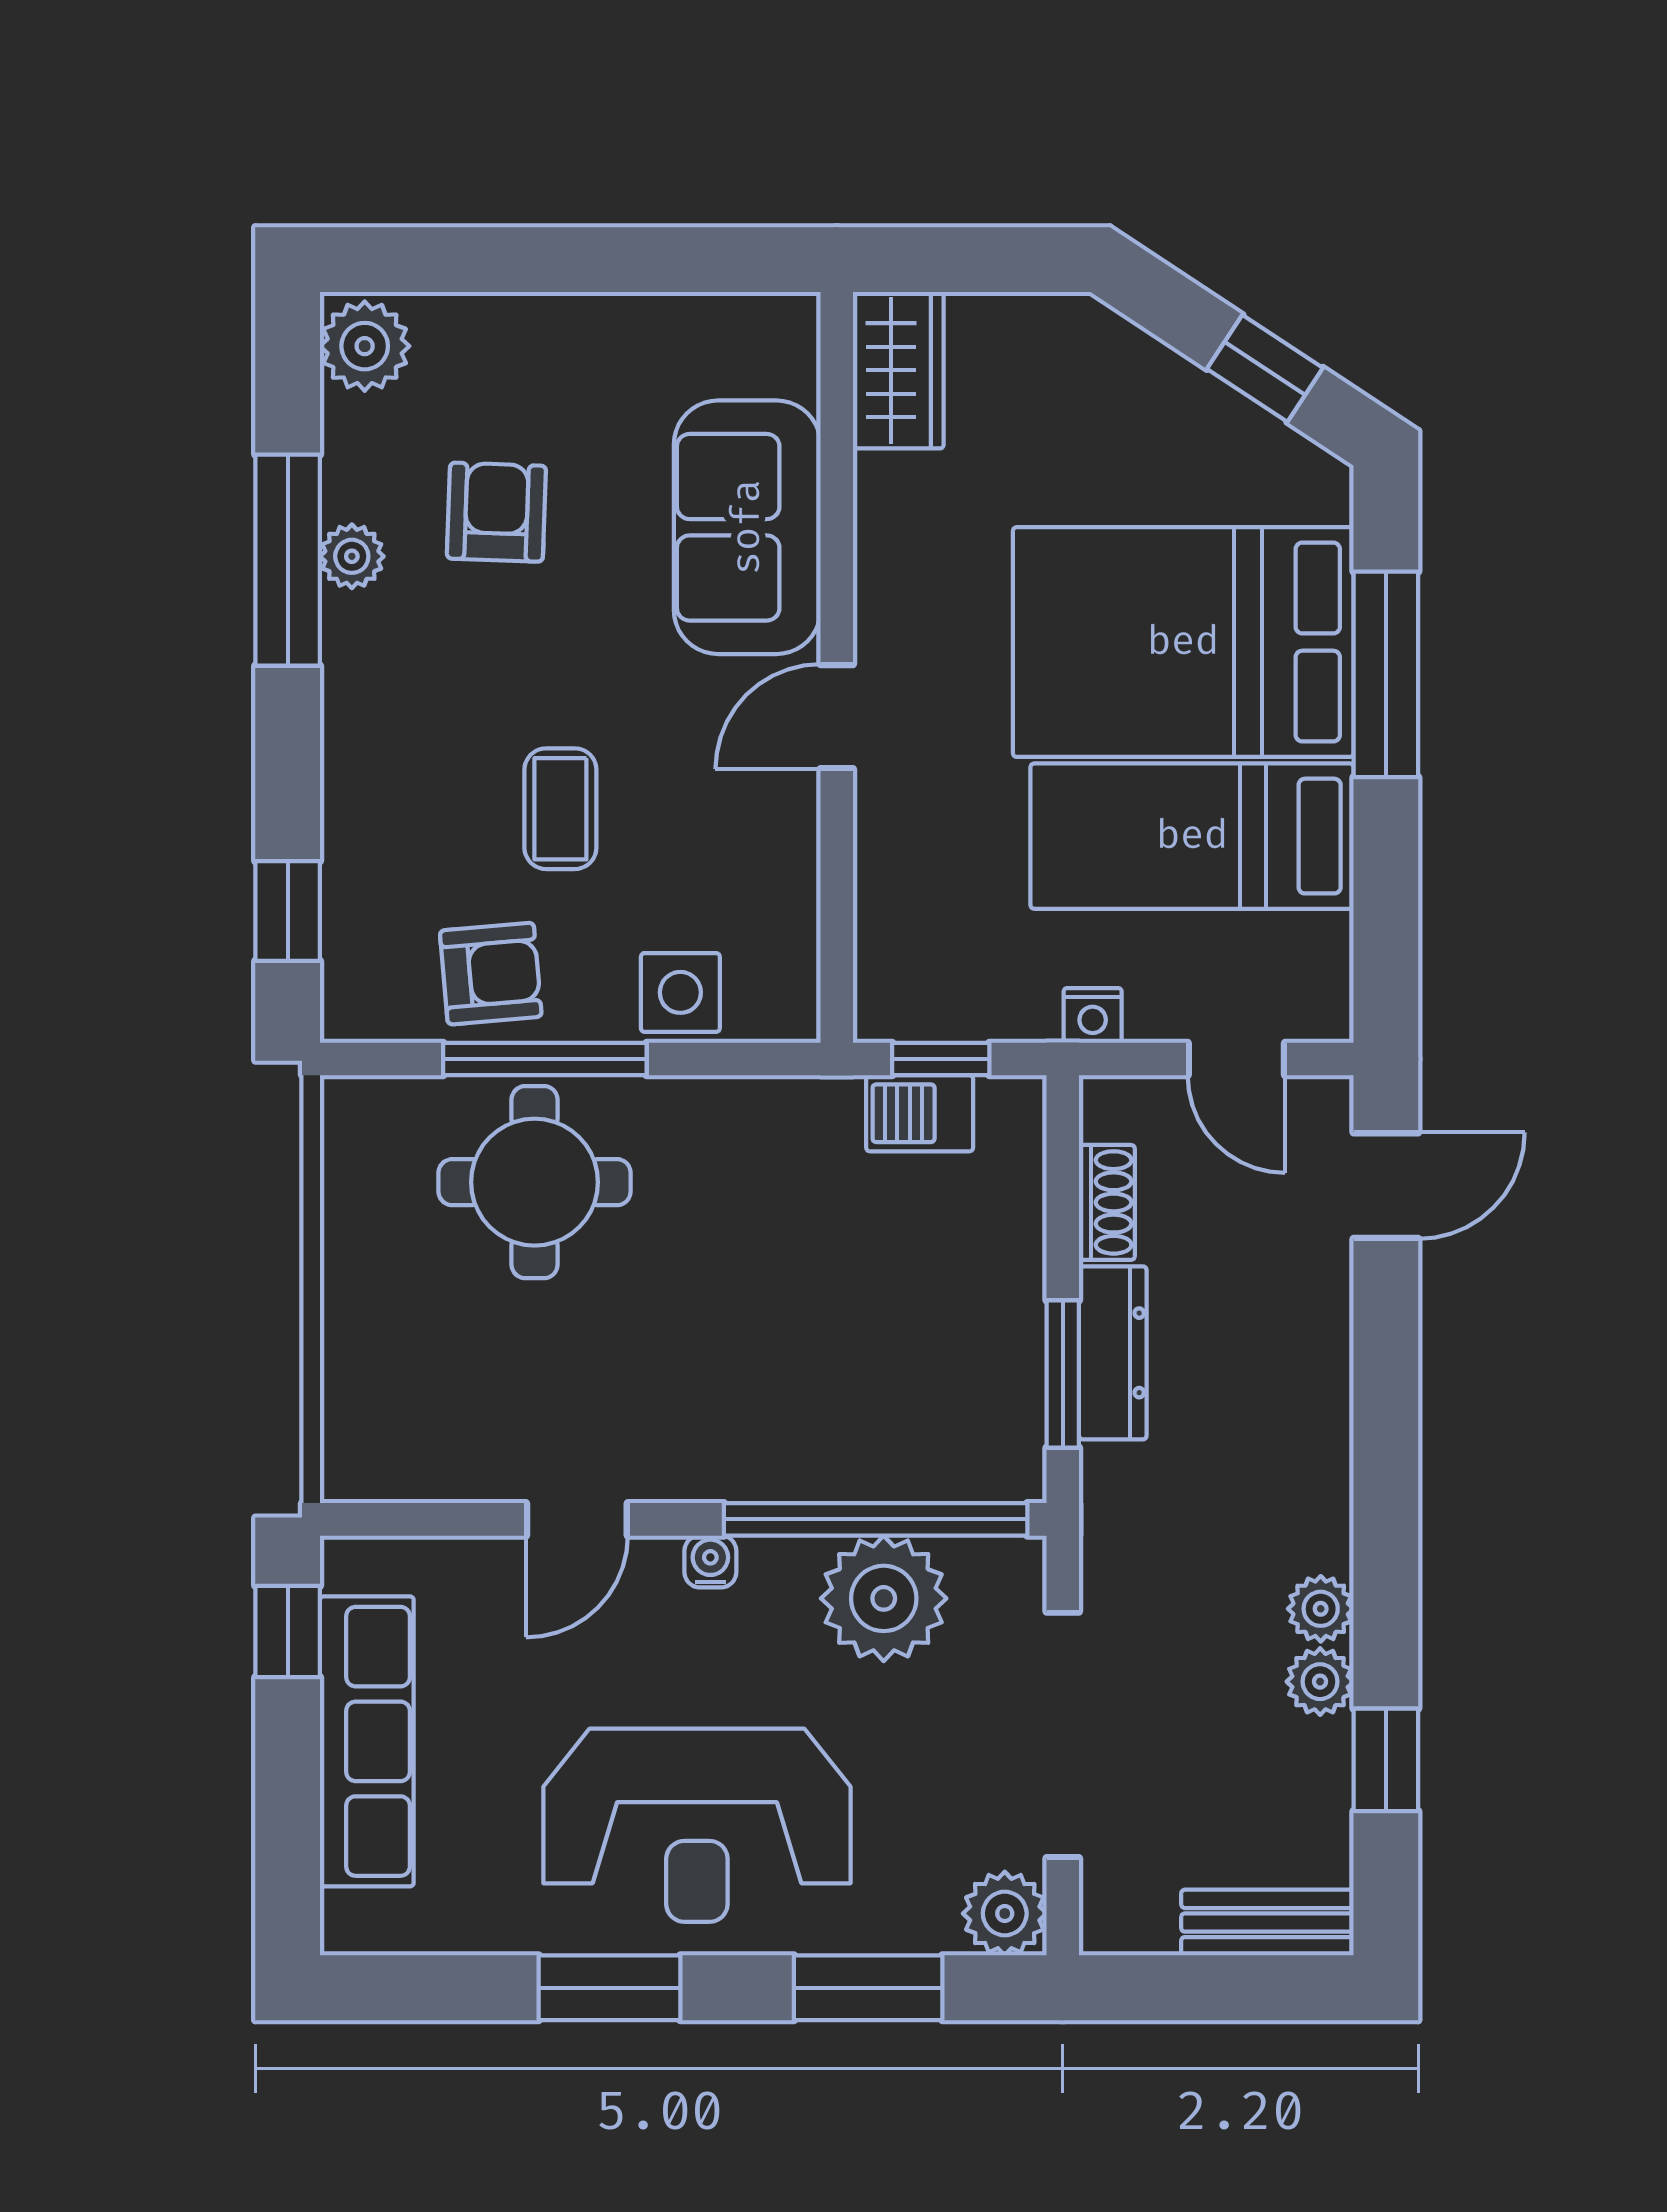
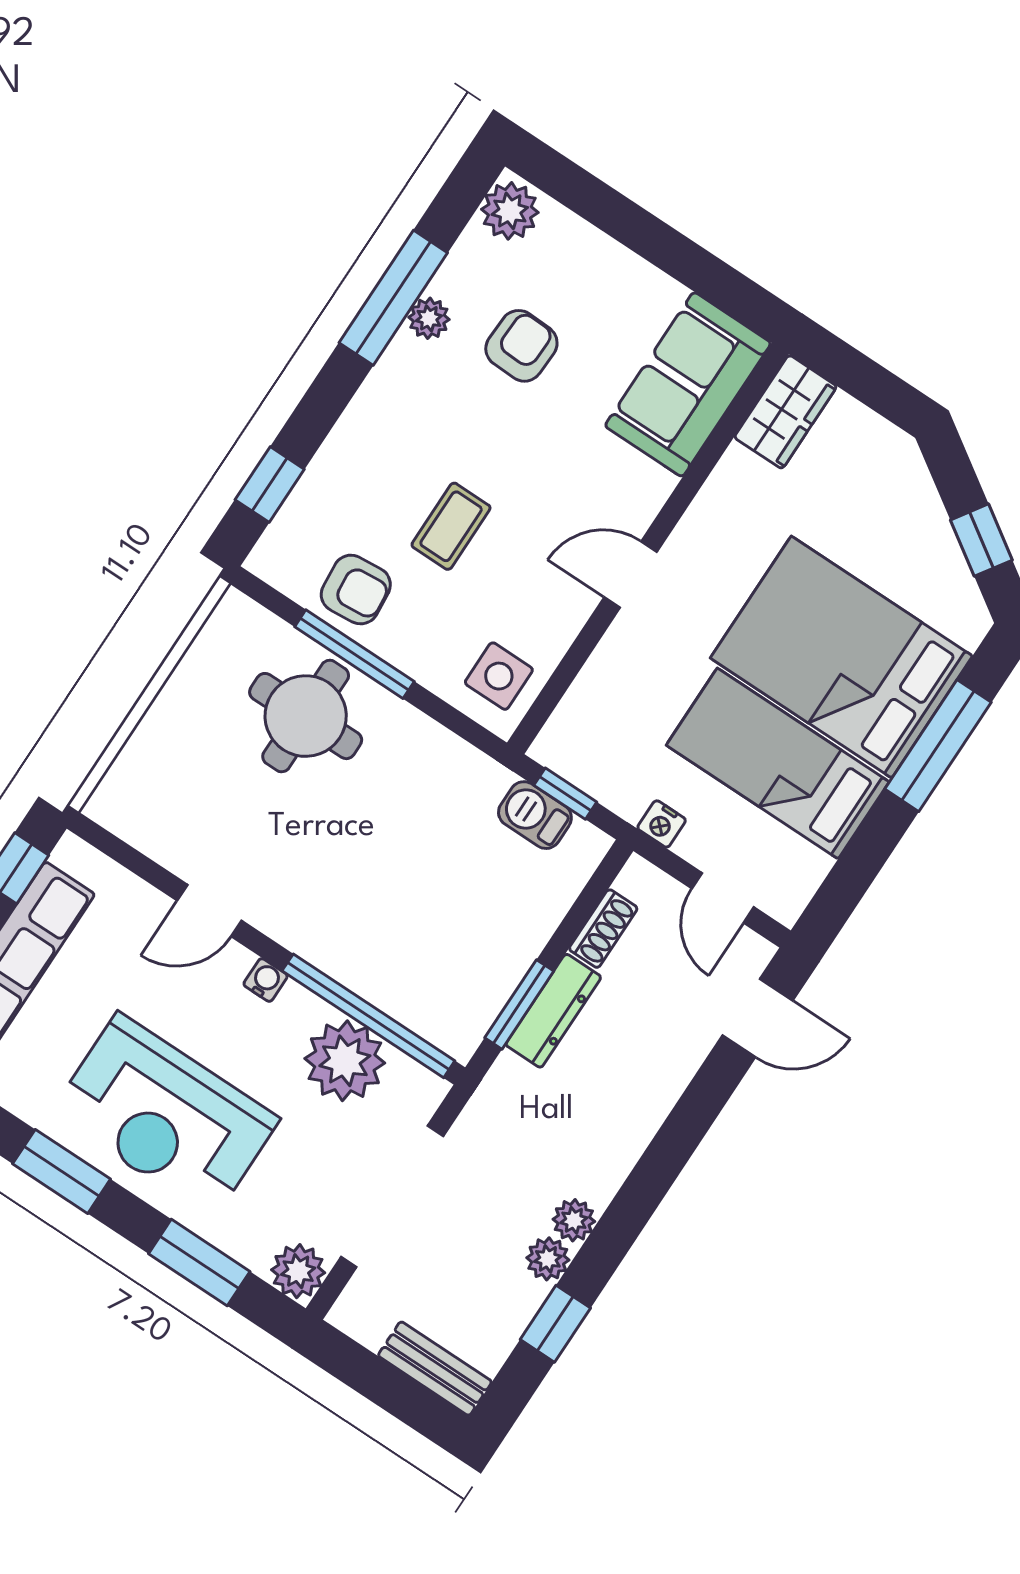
sofa: (747, 527) -> (688, 384), moved
side table: (680, 992) -> (499, 676), moved

